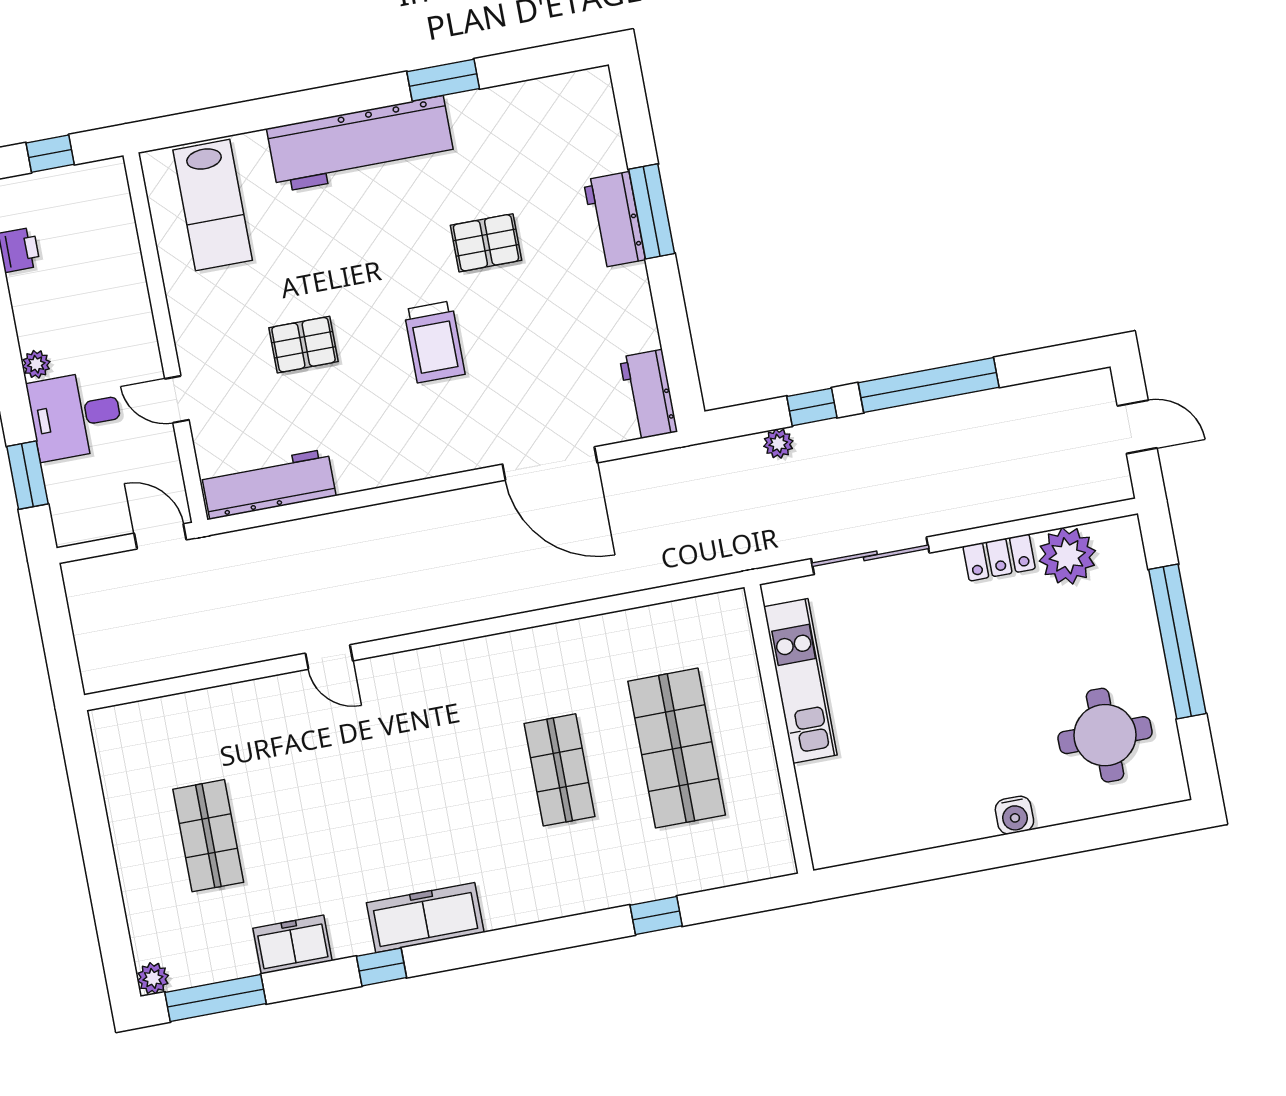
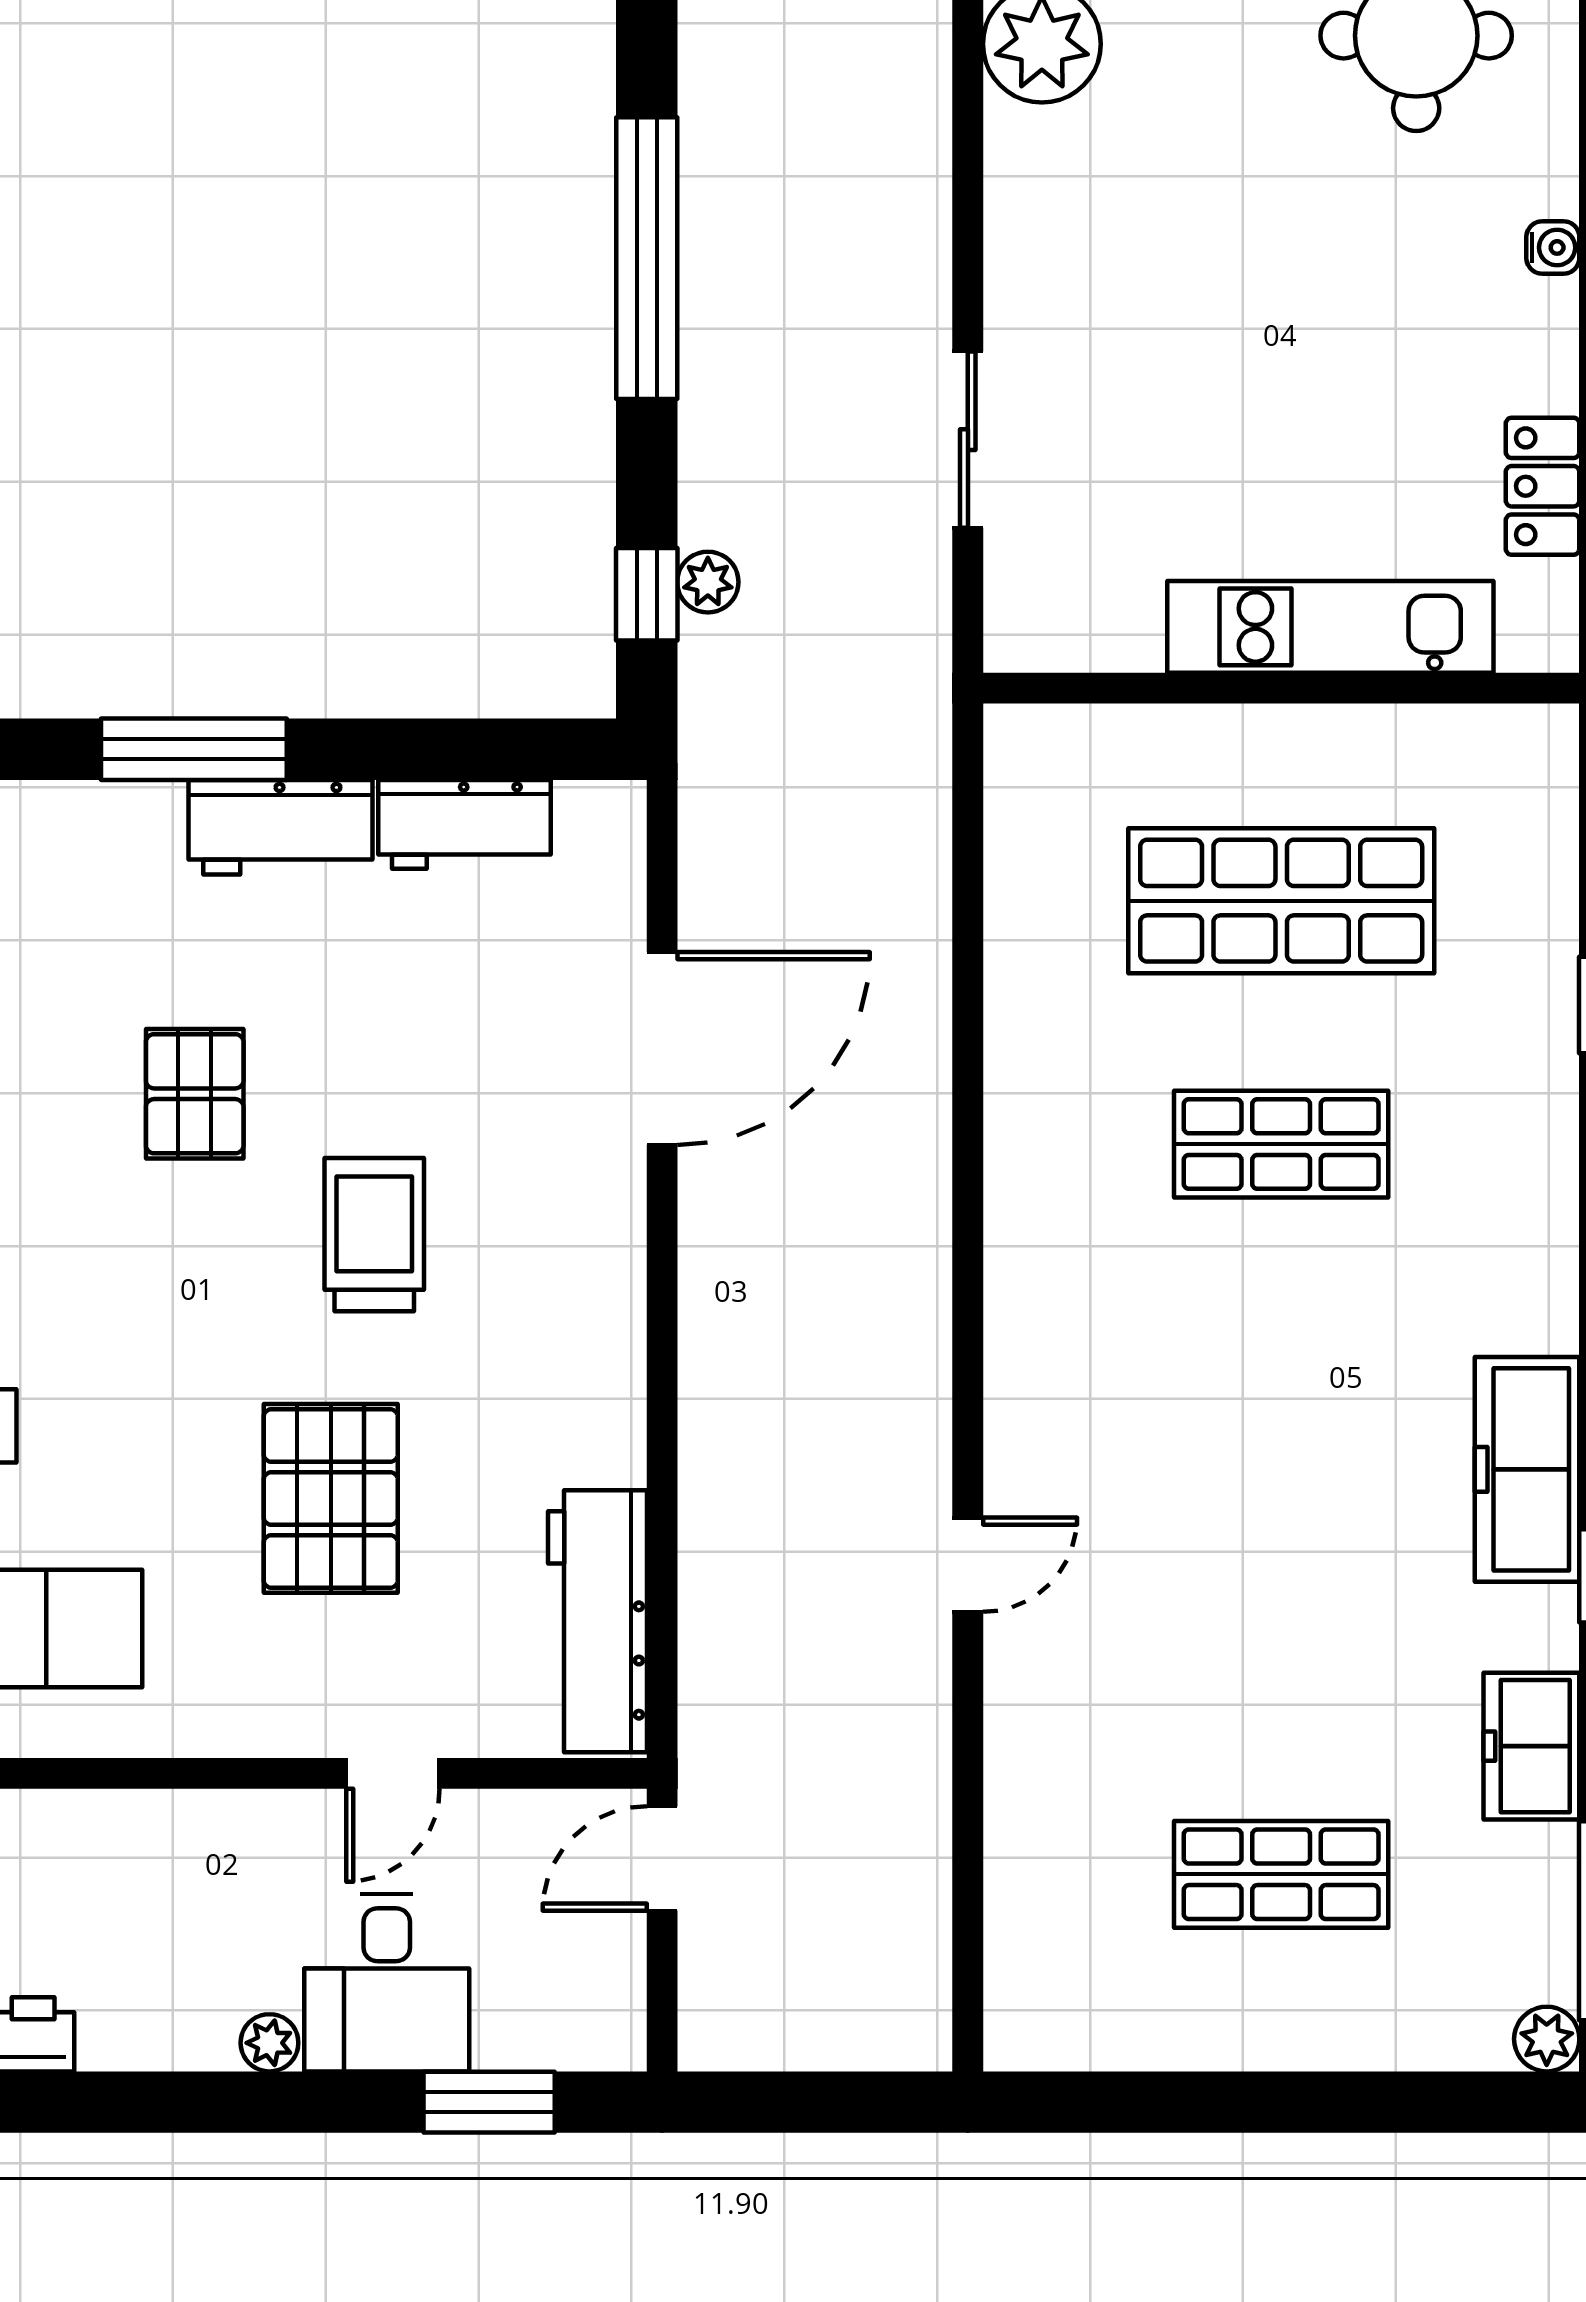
workbench: (614, 220) -> (280, 827), moved
trolley: (434, 342) -> (374, 1235), turned -90
pallet: (304, 345) -> (331, 1498), width x1.50, depth x1.42
workbench: (649, 395) -> (465, 824), moved
window: (812, 407) -> (647, 594), moved
sliding door: (870, 556) -> (968, 440), width x0.73
locker: (999, 558) -> (1543, 486), moved, turned 180
kitchen unit: (800, 681) -> (1330, 627), moved
water cooler: (1014, 815) -> (1553, 247), width x0.72, depth x0.72

